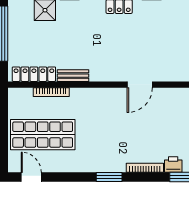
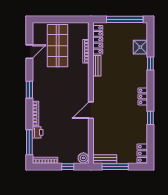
door: (140, 85) -> (91, 110), hinge flipped
door: (31, 177) -> (29, 52), moved

